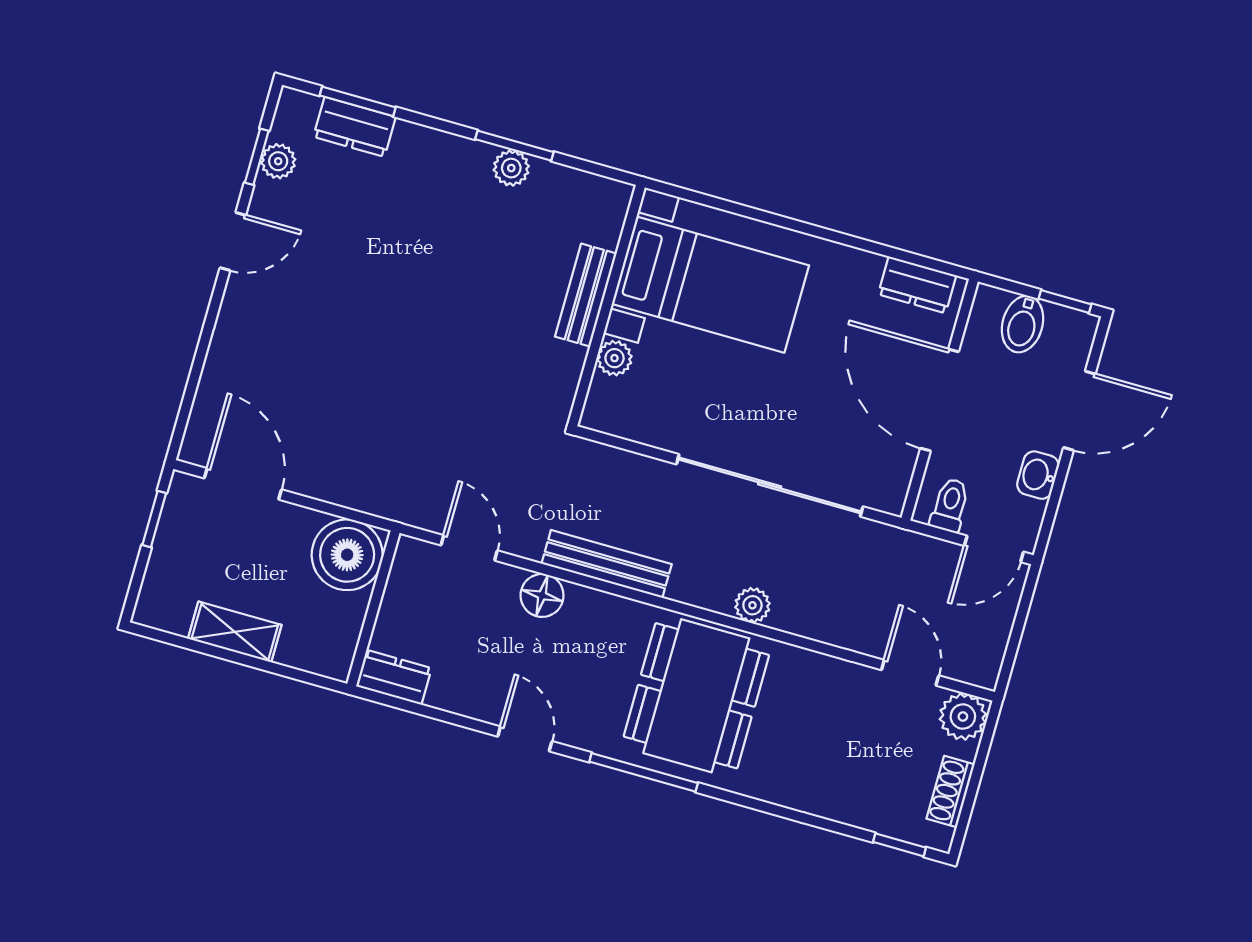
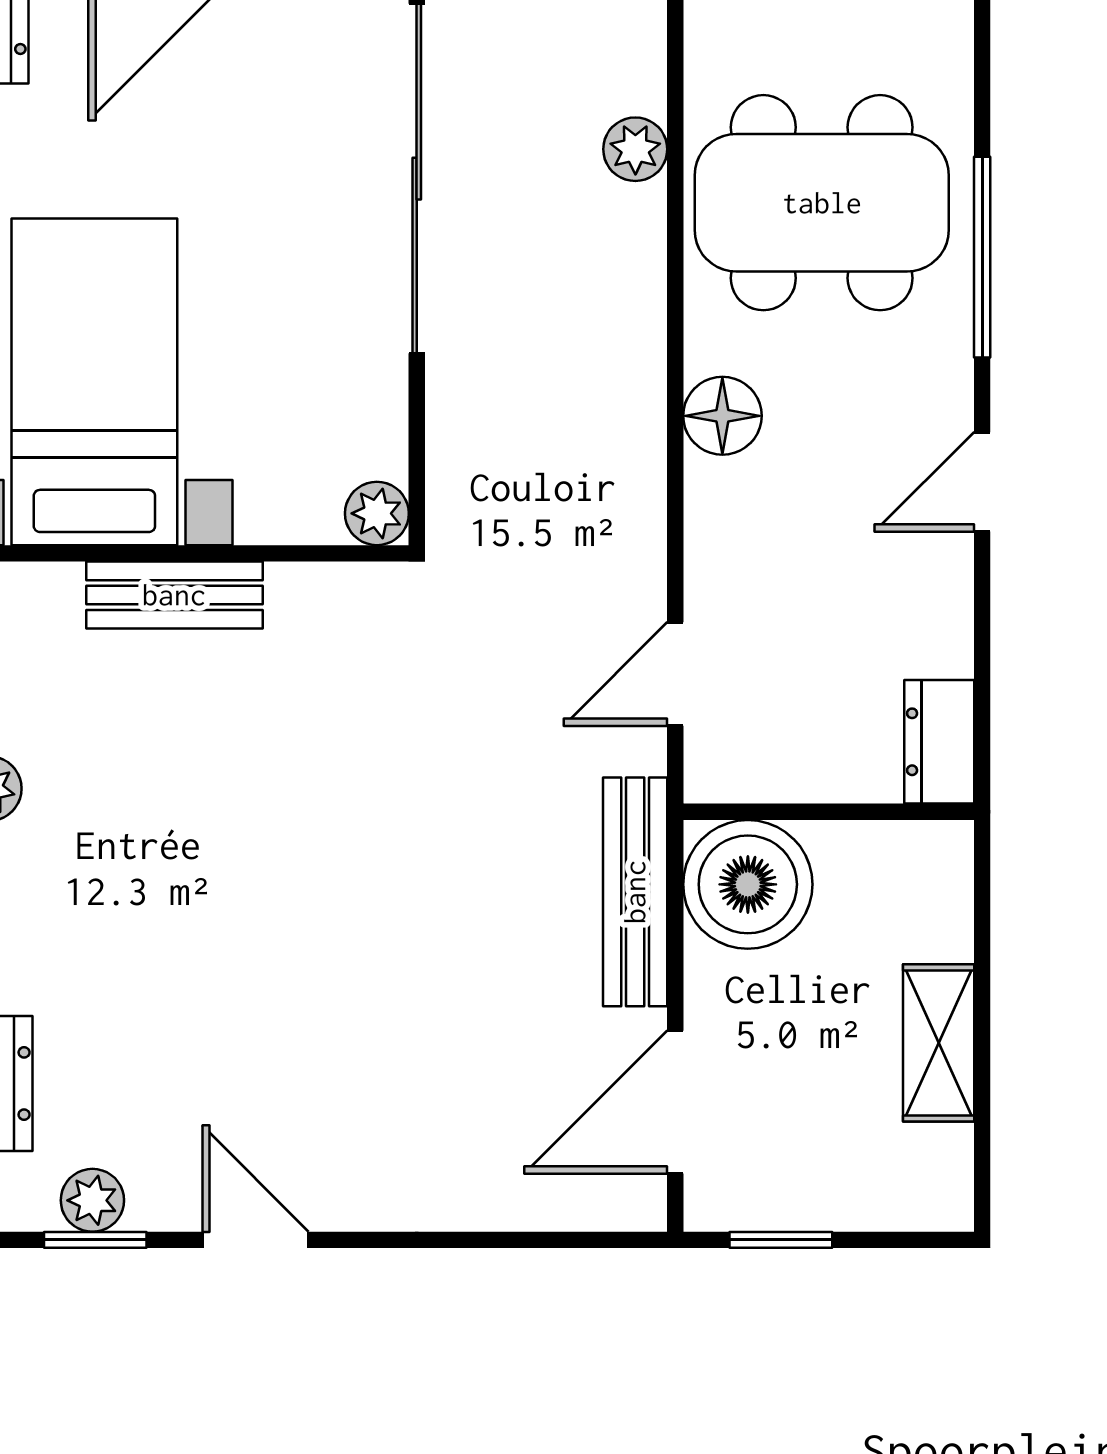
plant: (614, 358) -> (377, 513), moved
bench: (607, 564) -> (635, 892), moved
floor lamp: (542, 595) -> (722, 416), moved

